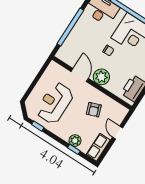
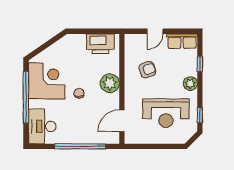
door: (80, 75) -> (122, 121), moved
plant: (75, 141) -> (190, 84), moved

